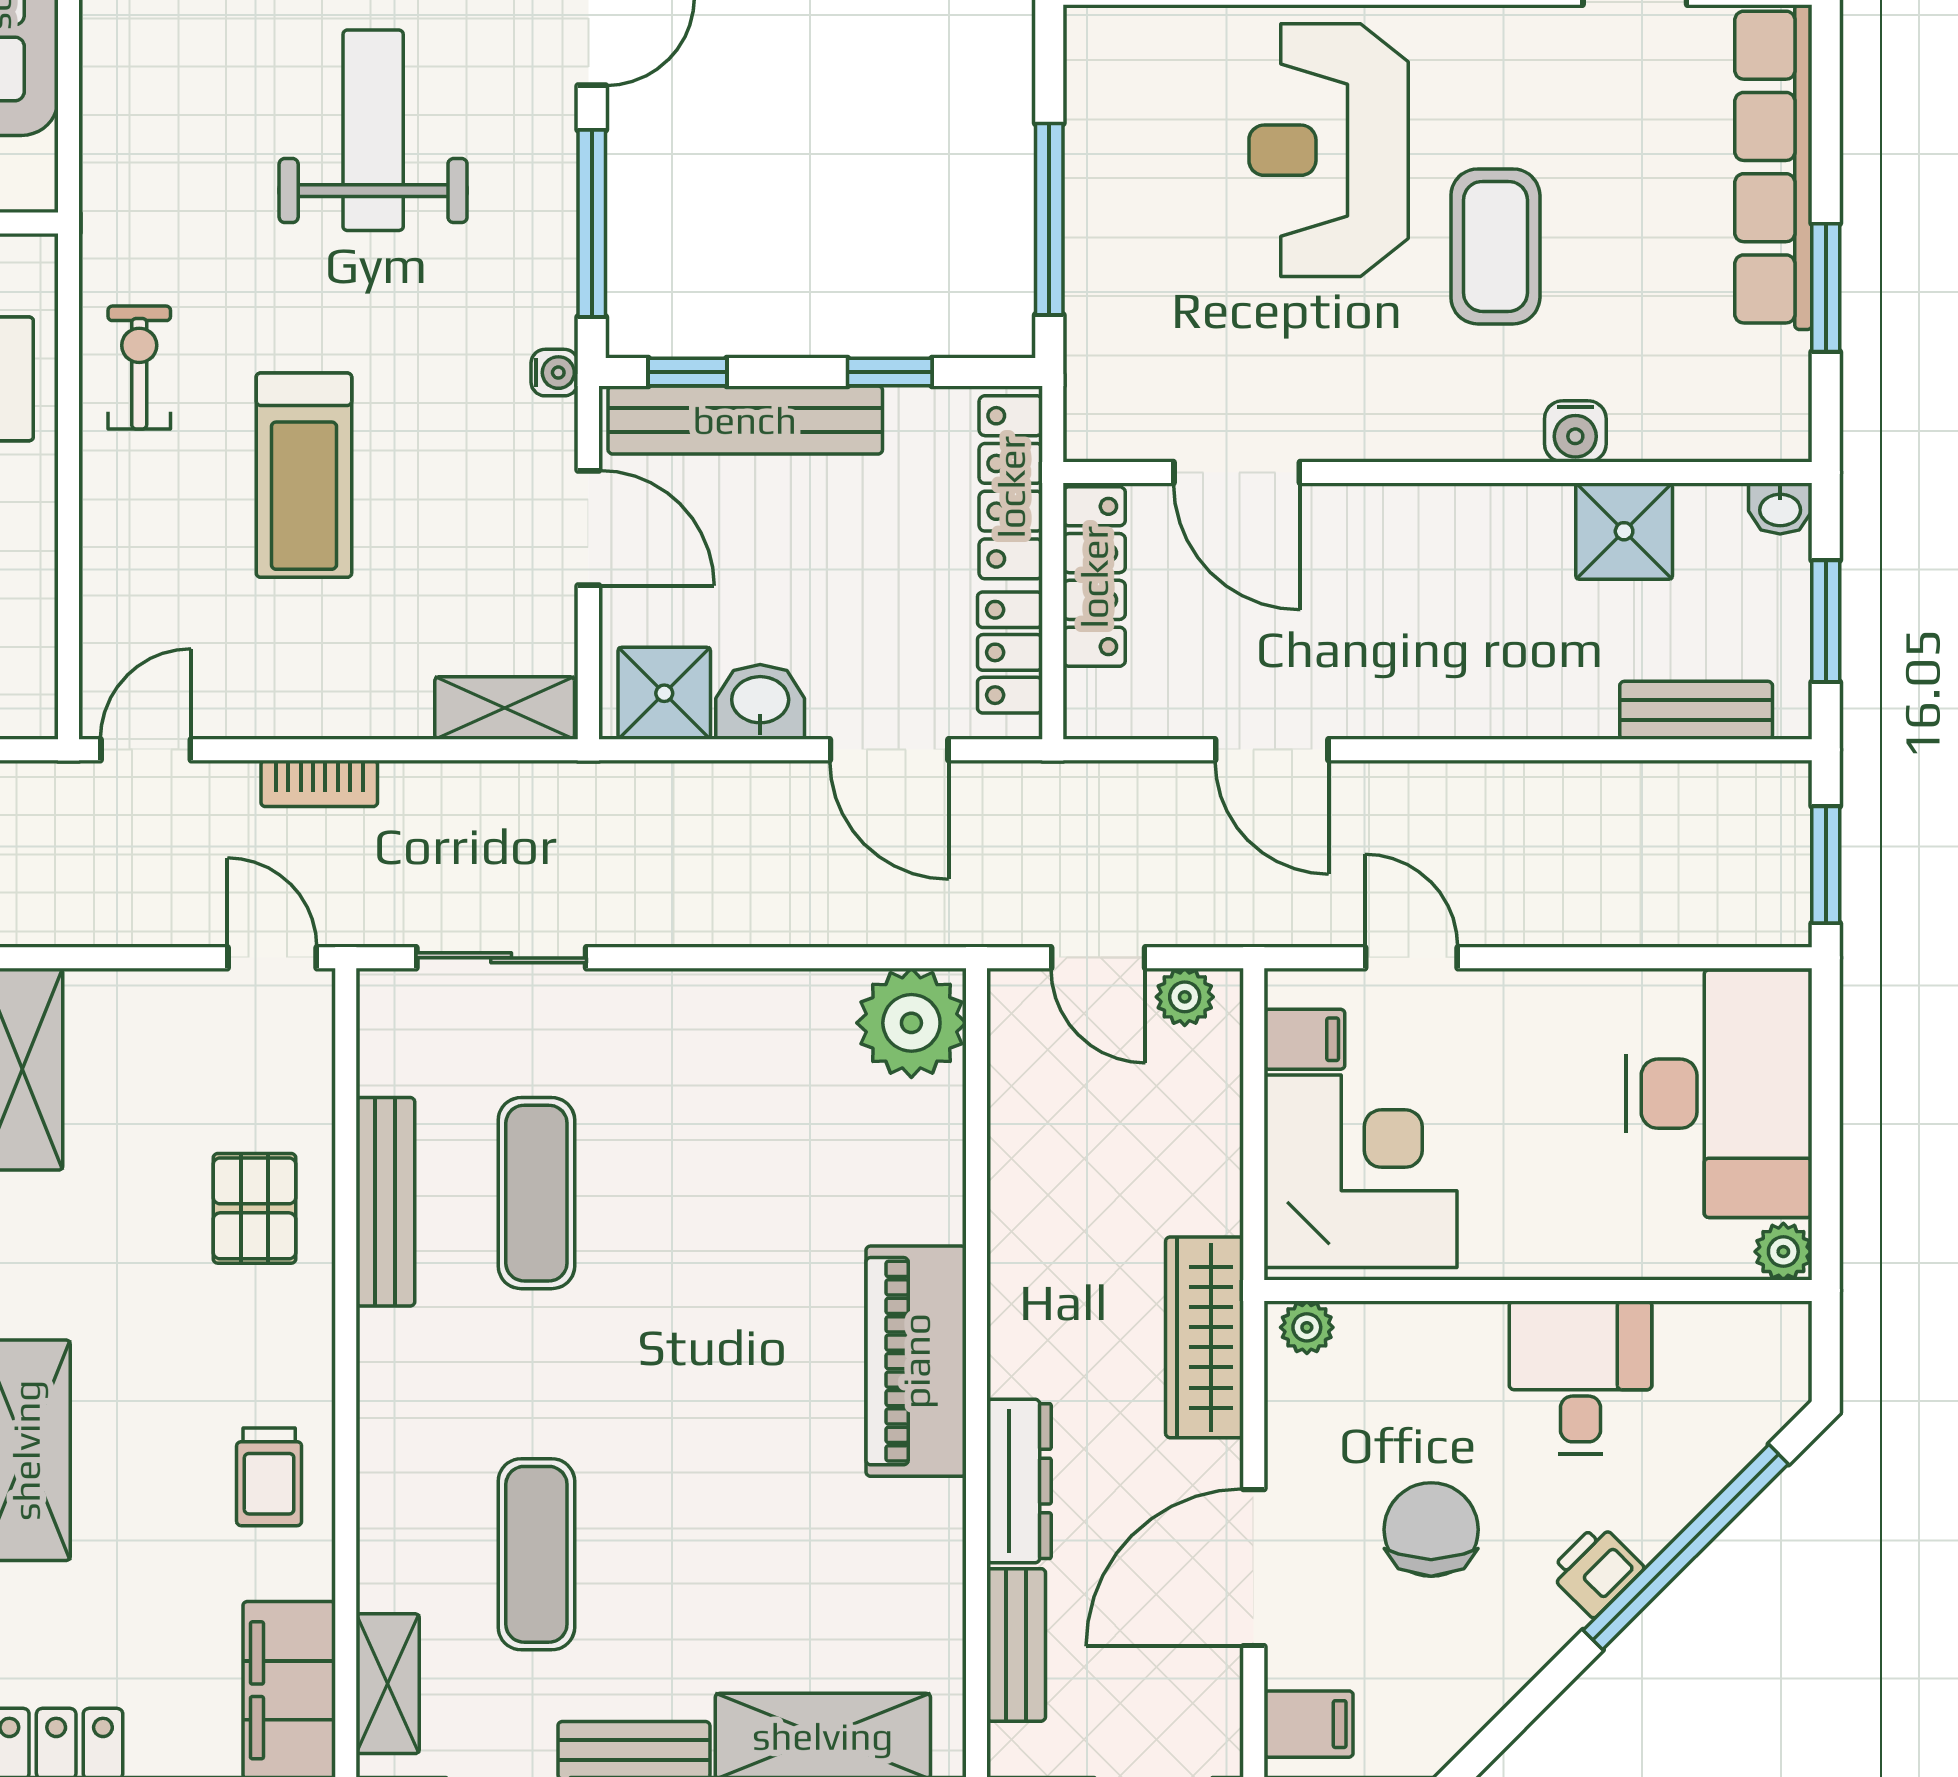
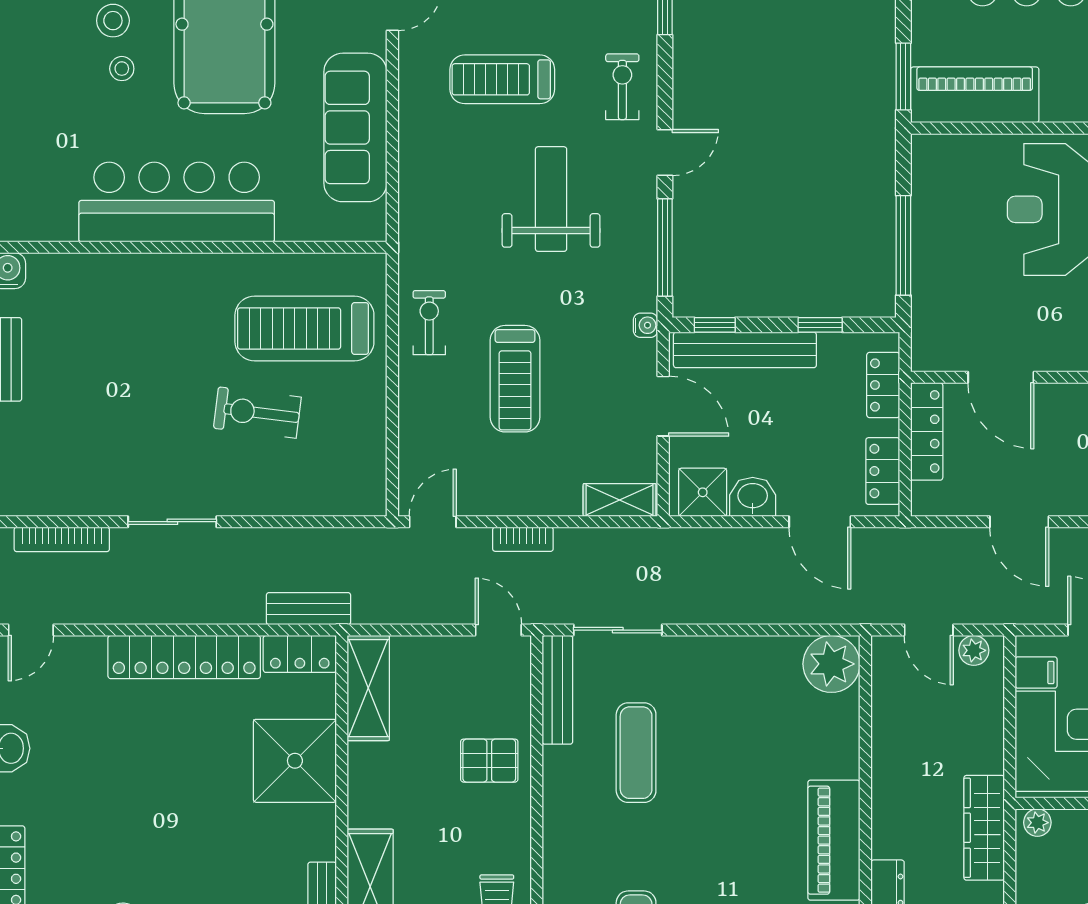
locker: (1011, 487) -> (883, 385), width x0.66
bench: (385, 1202) -> (557, 690), moved
pallet: (255, 1208) -> (489, 761), turned 90

